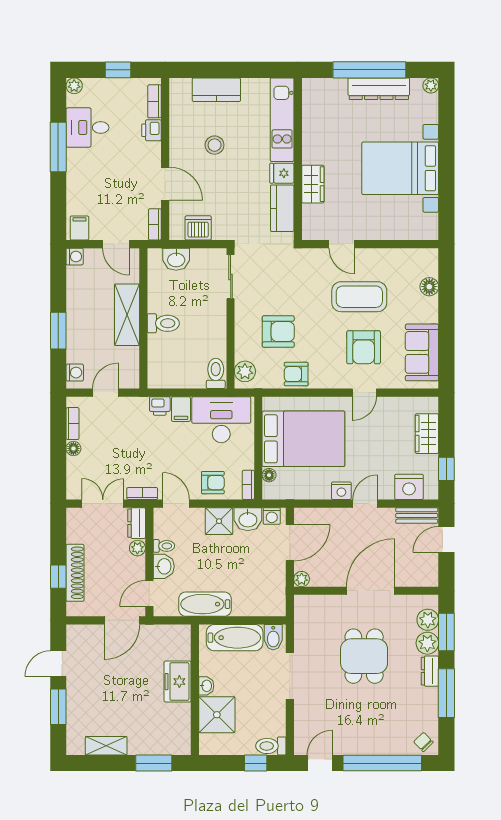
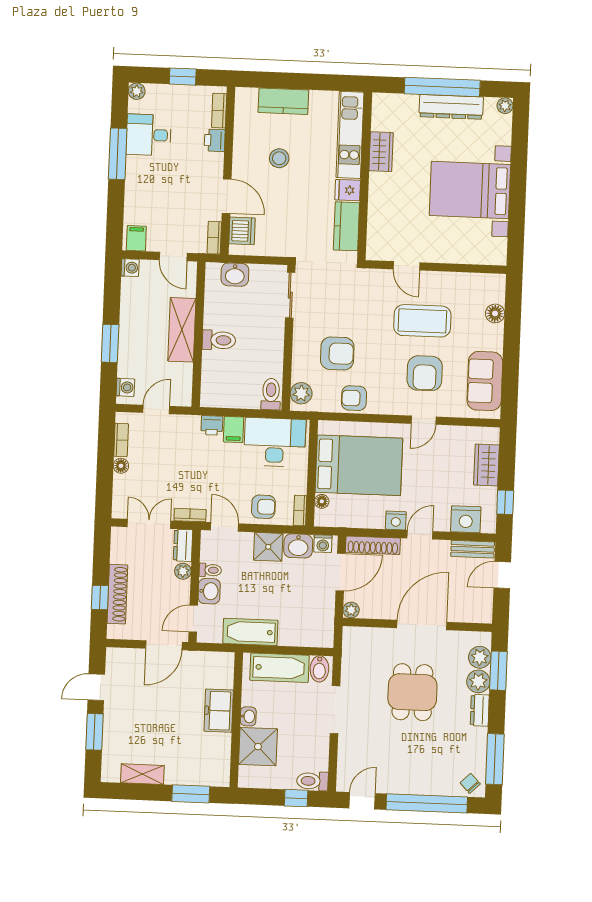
wardrobe: (313, 184) -> (381, 152), moved
dishwasher: (198, 228) -> (242, 231), moved, turned 90
shoe rack: (320, 516) -> (373, 545), added
window: (446, 693) -> (495, 759), moved

